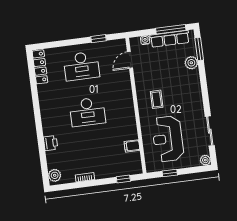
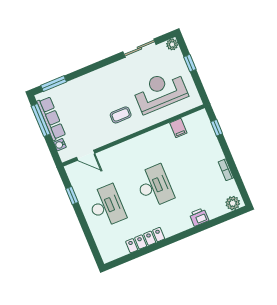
plant: (191, 63) -> (71, 88), removed
locker: (40, 67) -> (145, 240), moved
reception desk: (168, 139) -> (160, 91), turned 180
window: (170, 173) -> (190, 63), moved

